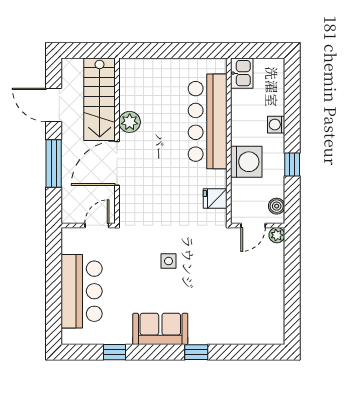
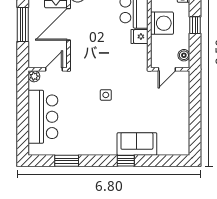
fridge: (215, 199) -> (139, 36), moved
plant: (277, 235) -> (34, 76), moved
sofa: (160, 329) -> (137, 144), moved
window: (115, 352) -> (67, 161), width x1.50

